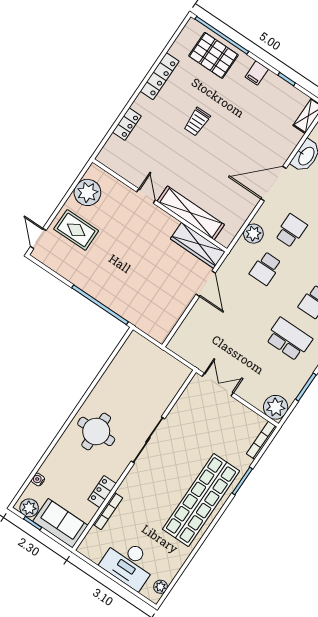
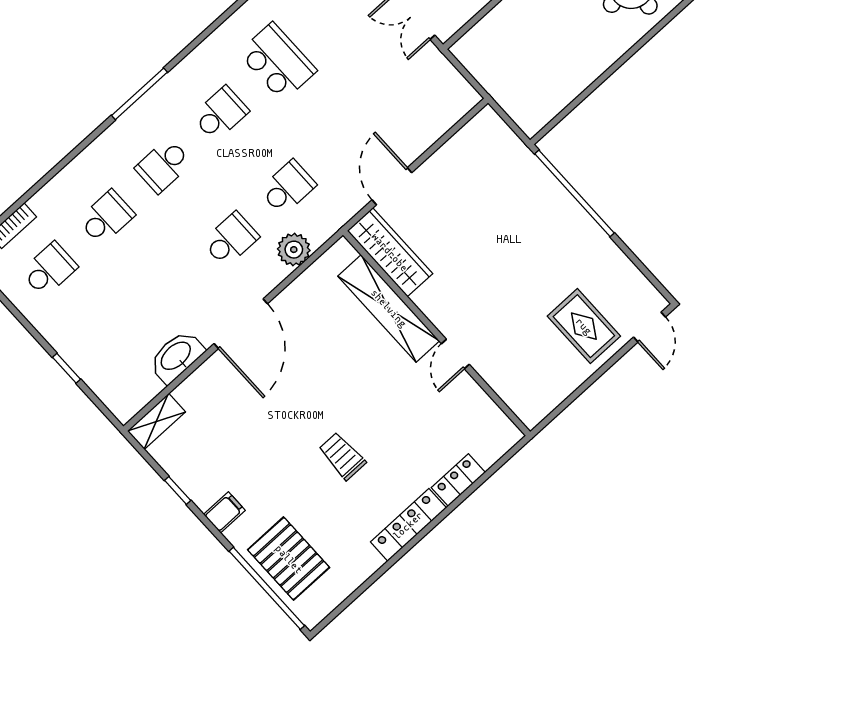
locker: (160, 76) -> (408, 525), moved
trolley: (197, 122) -> (342, 456), turned -90
door: (273, 184) -> (241, 324), hinge flipped
plant: (87, 192) -> (550, 383), removed
school desk: (291, 231) -> (231, 239), turned 180
school desk: (289, 339) -> (278, 62), turned 180

